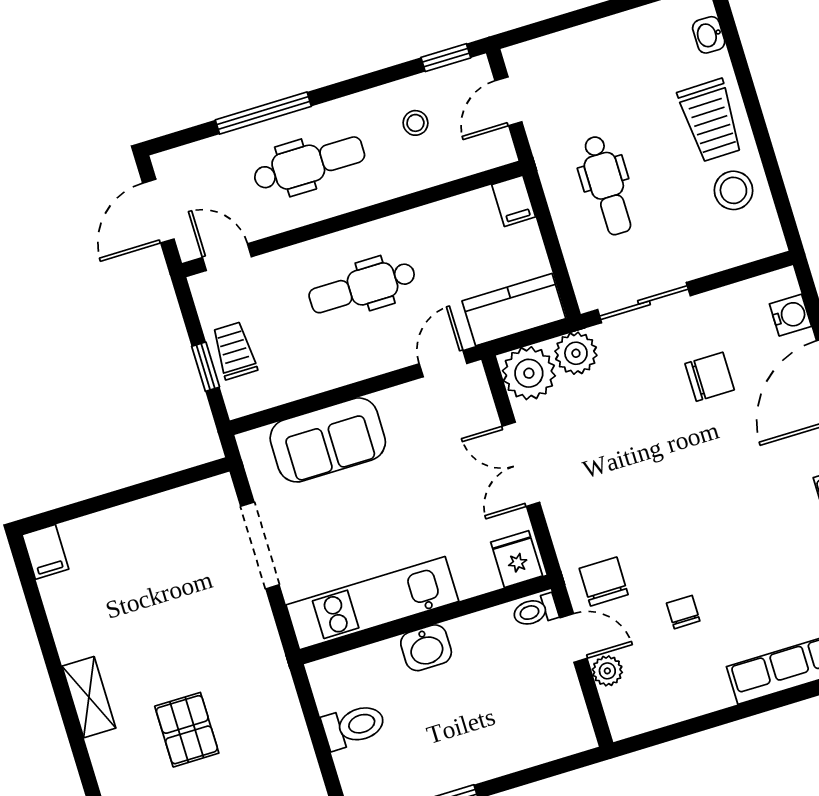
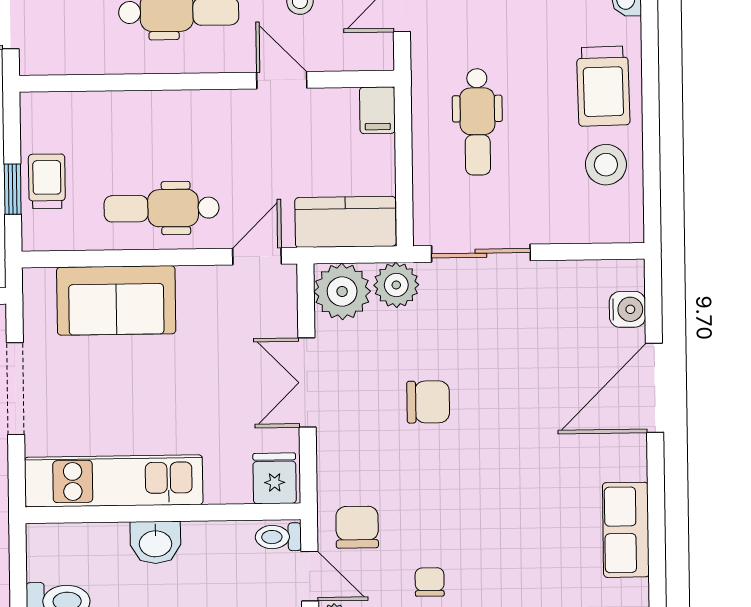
door: (227, 257) -> (282, 80), moved
dental chair: (362, 287) -> (162, 208), moved
chair: (710, 377) -> (428, 402), moved

